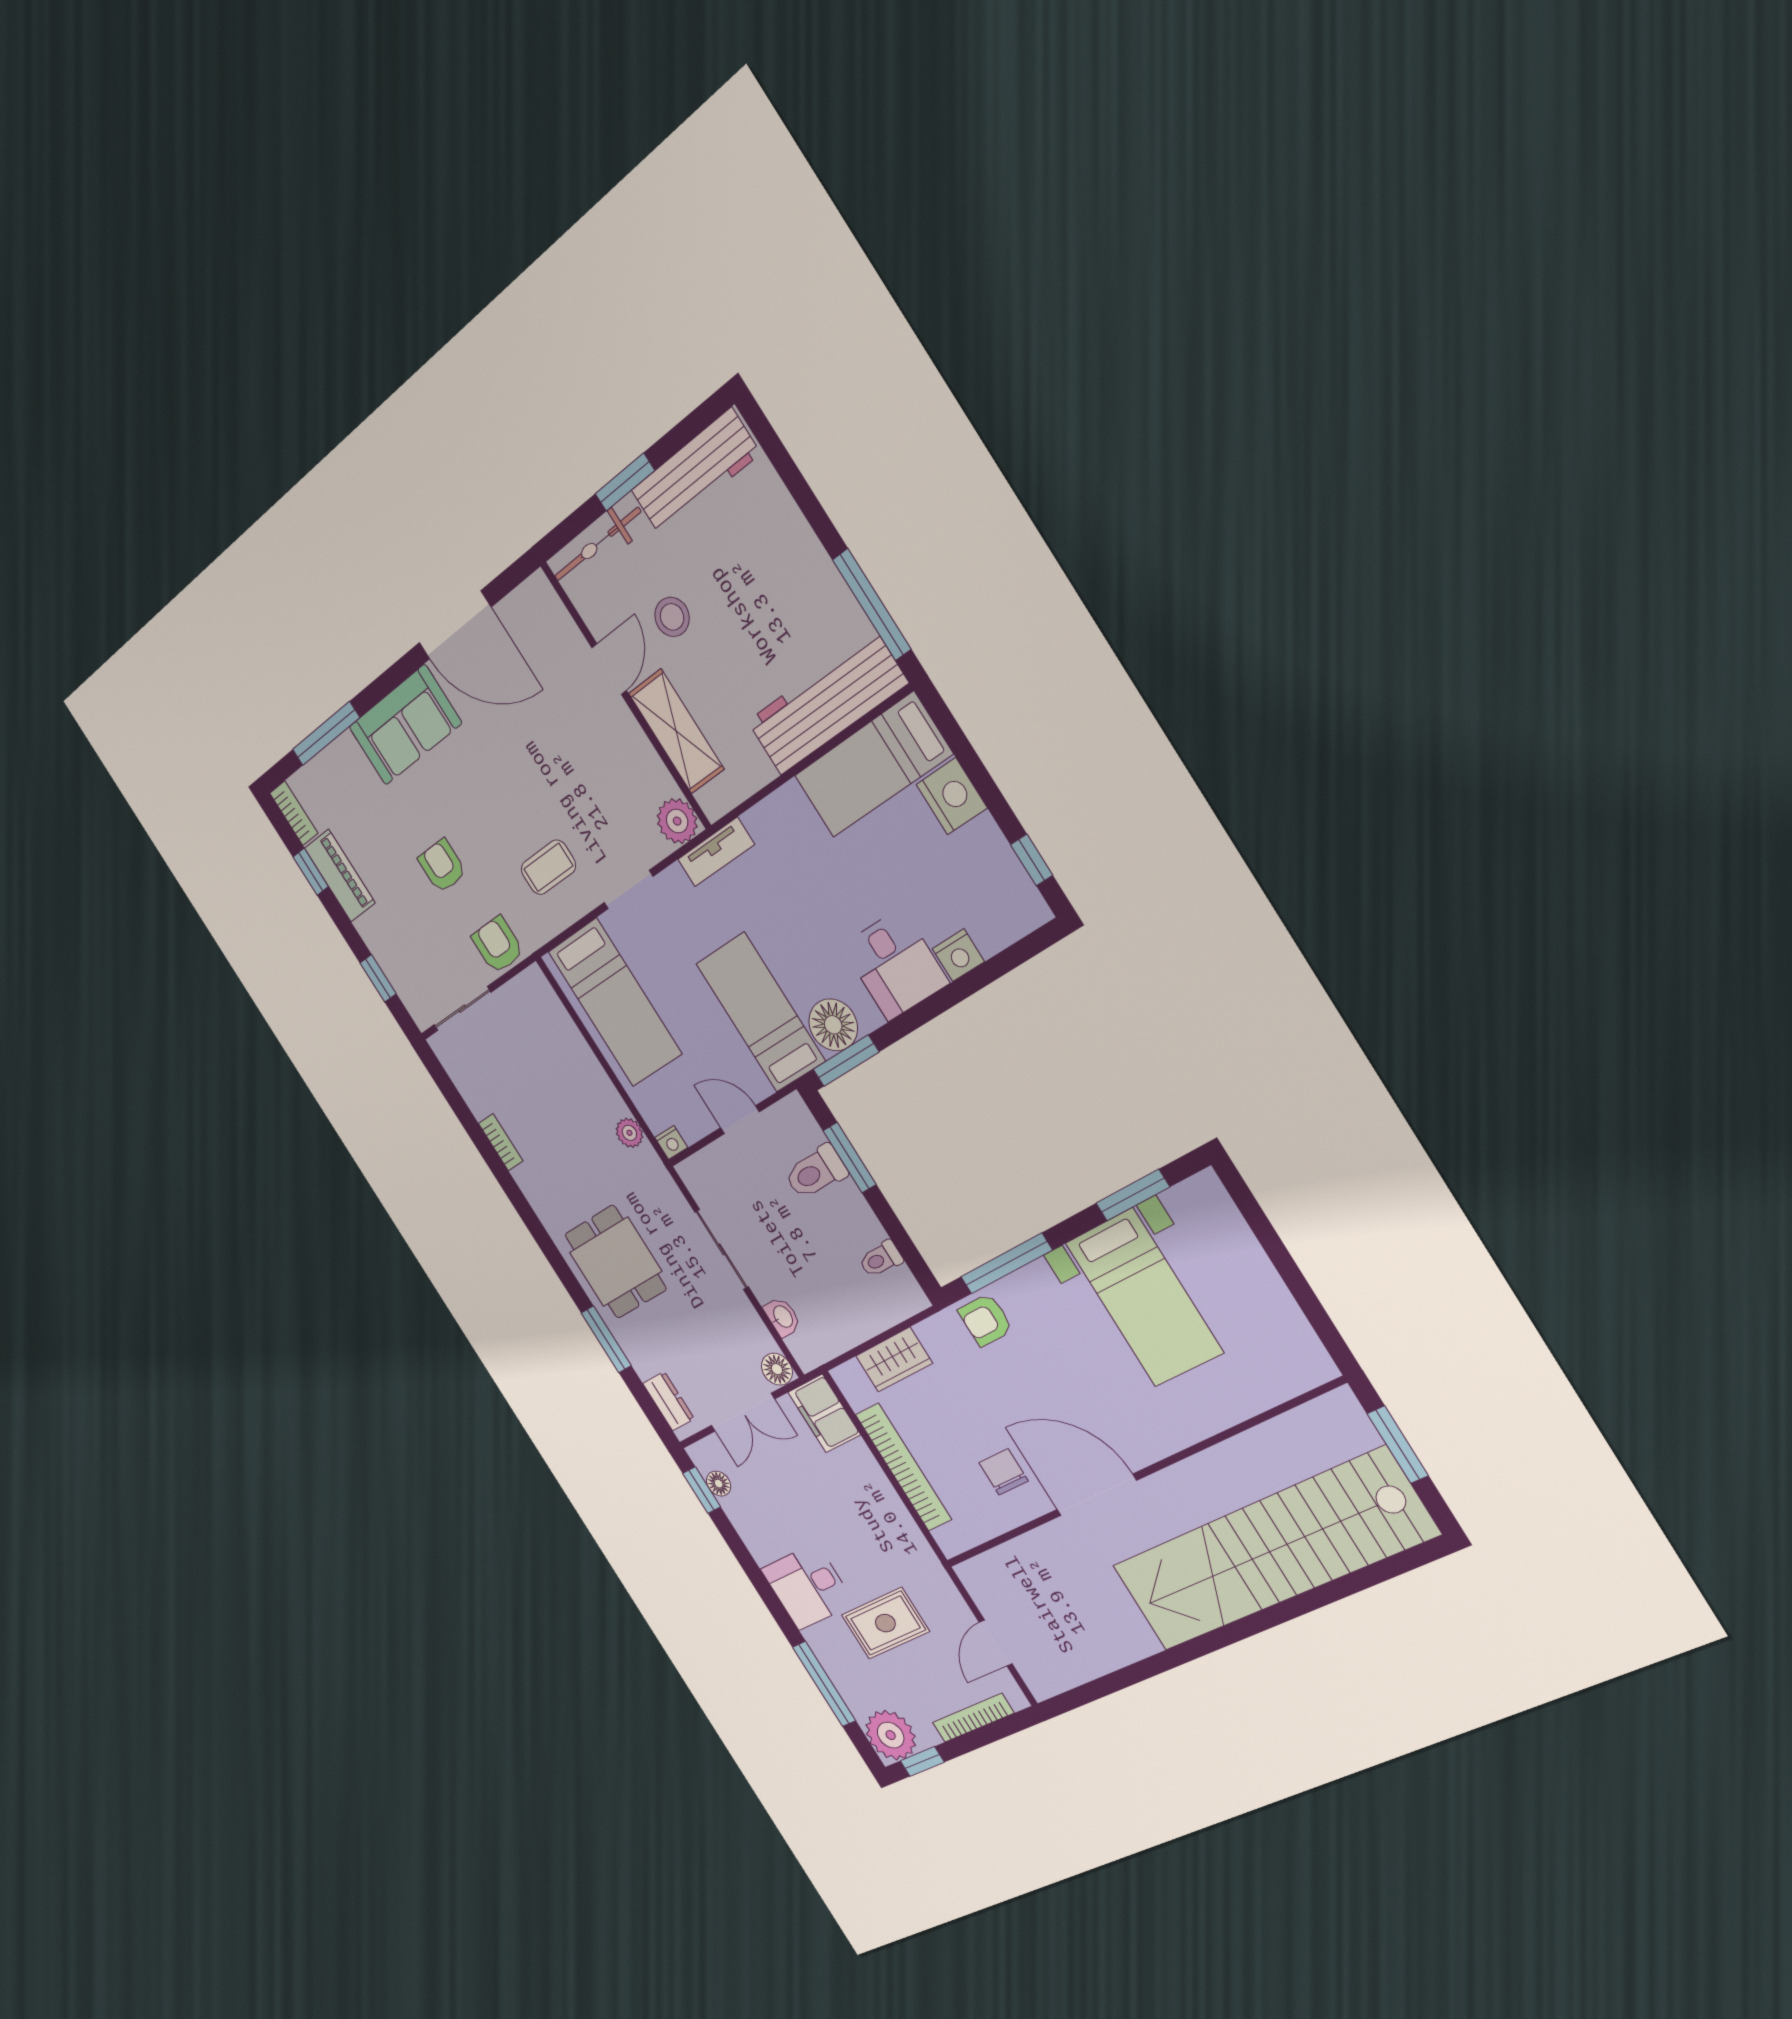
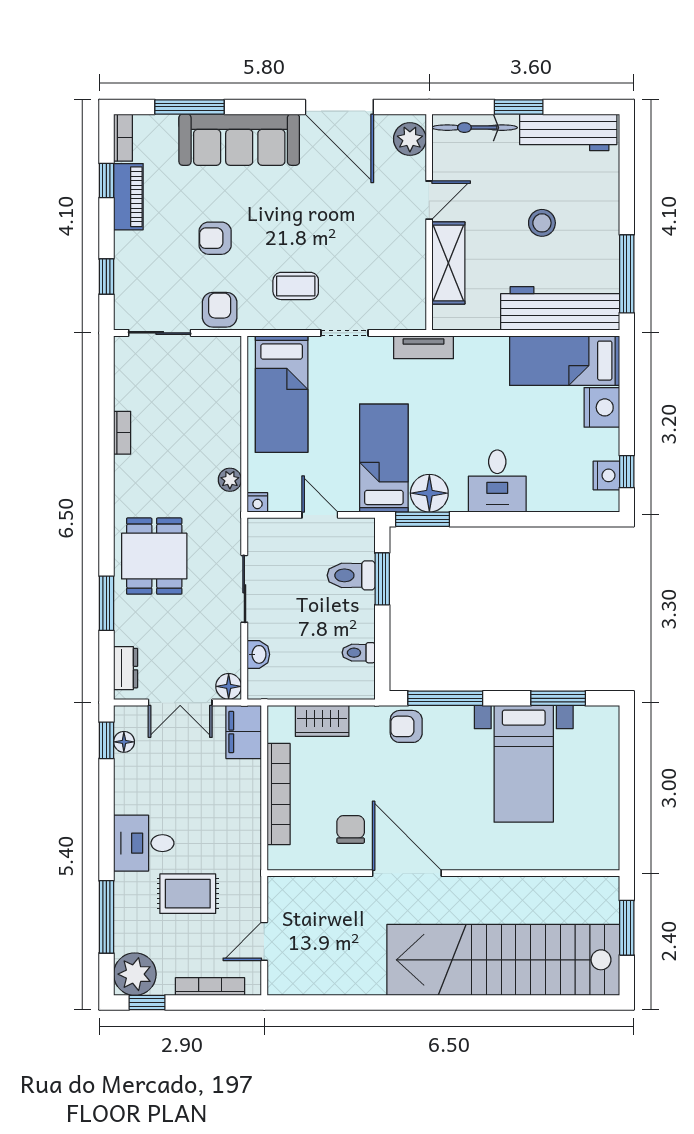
stool: (672, 617) -> (542, 223), moved
sofa: (405, 725) -> (239, 140), width x1.36
plant: (677, 821) -> (410, 139), moved
armchair: (442, 866) -> (215, 238), turned -90
nightstand: (958, 955) -> (606, 475), moved, turned -90

